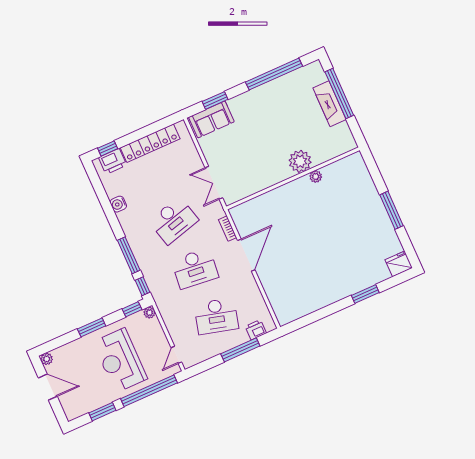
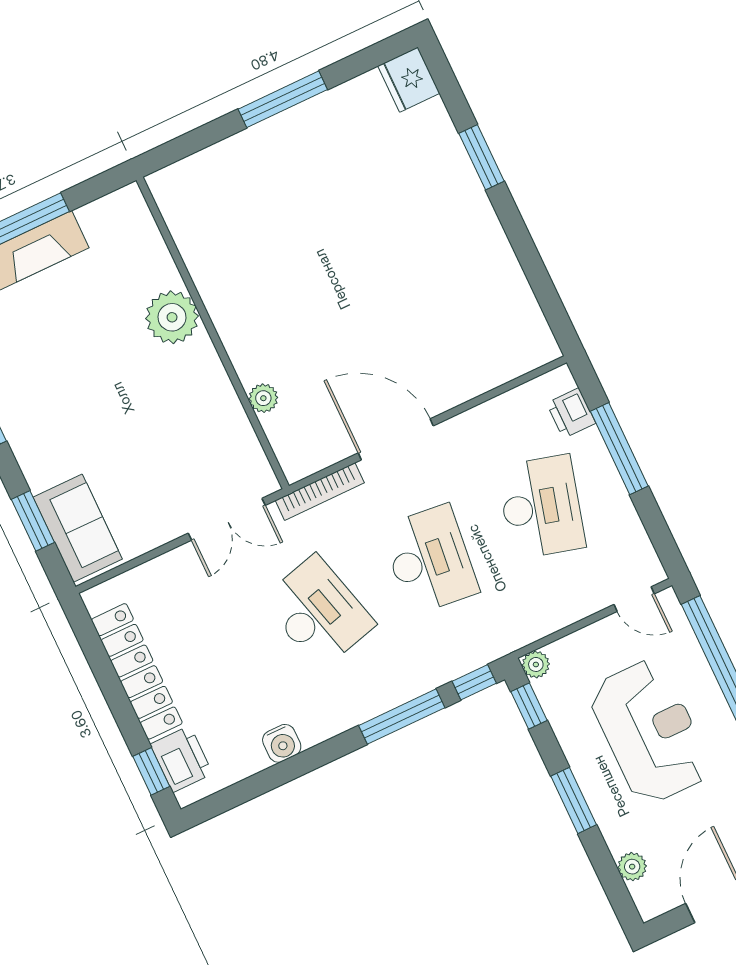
plant: (316, 177) -> (263, 398), moved
bookcase: (228, 229) -> (320, 492), width x1.56
plant: (47, 359) -> (632, 867), moved
reception desk: (120, 360) -> (650, 731), turned -90

